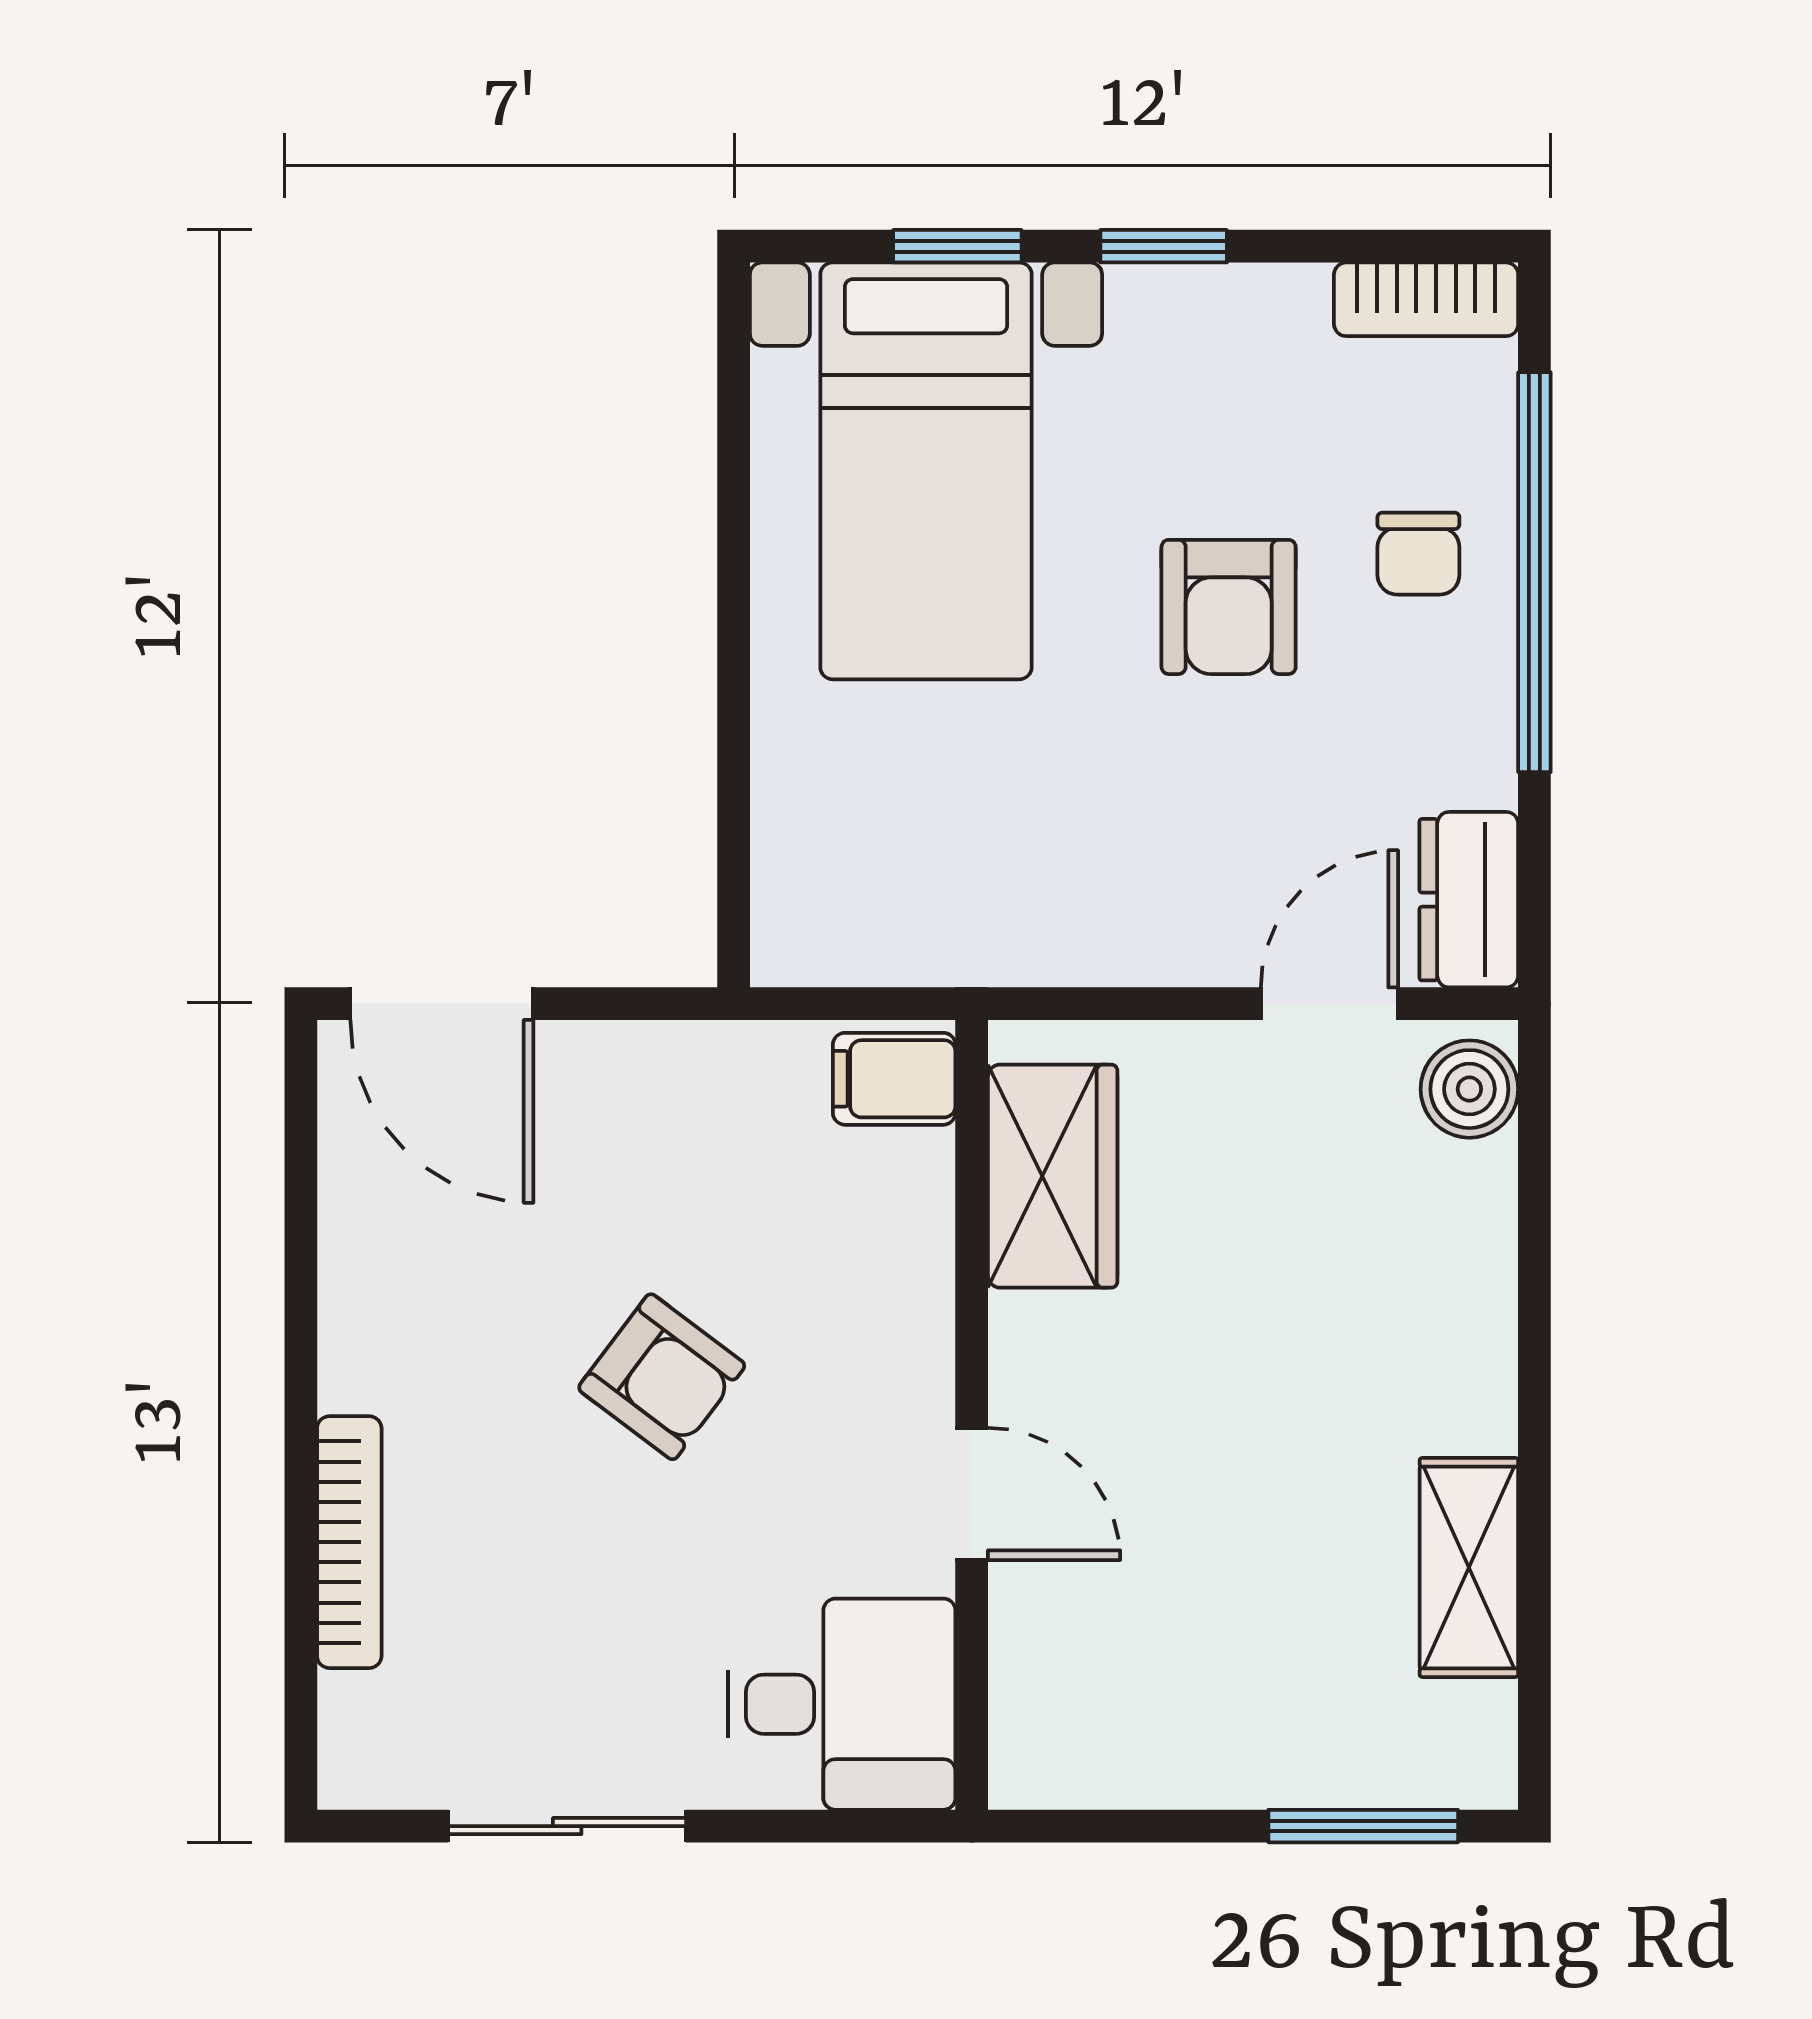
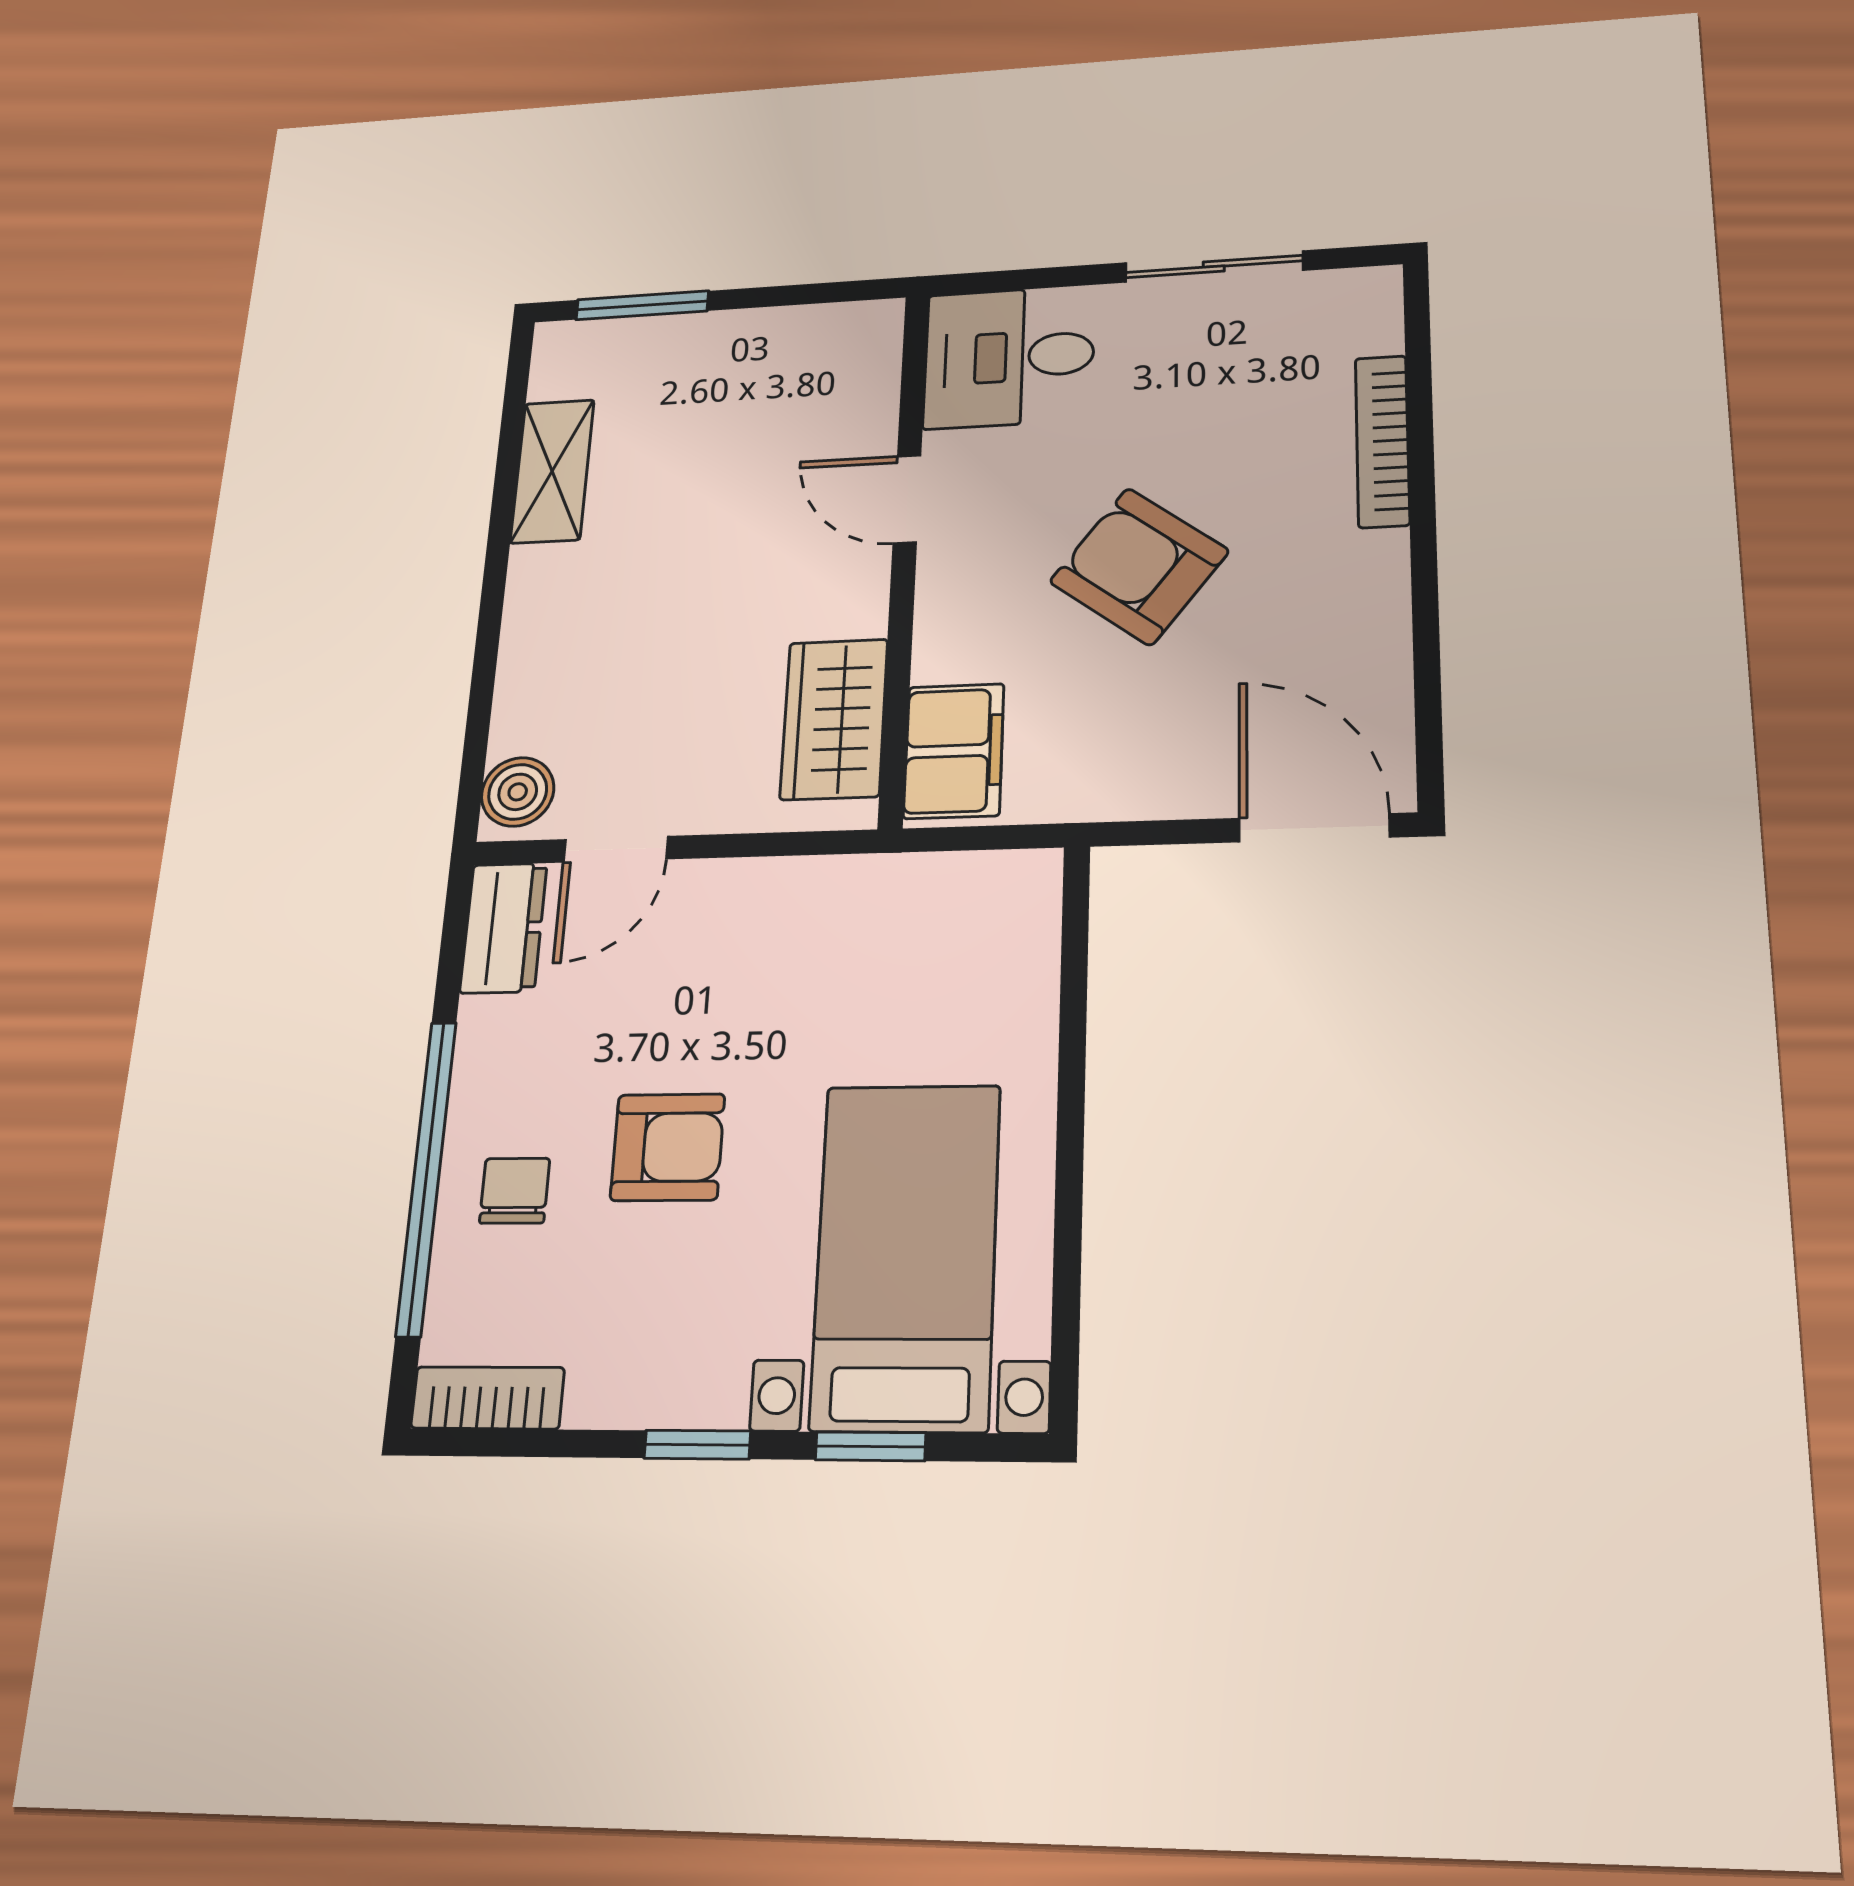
armchair: (1229, 607) -> (668, 1147), turned 90
filing cabinet: (894, 1079) -> (954, 751), width x2.00
armchair: (662, 1377) -> (1139, 566), width x1.38, depth x1.38

